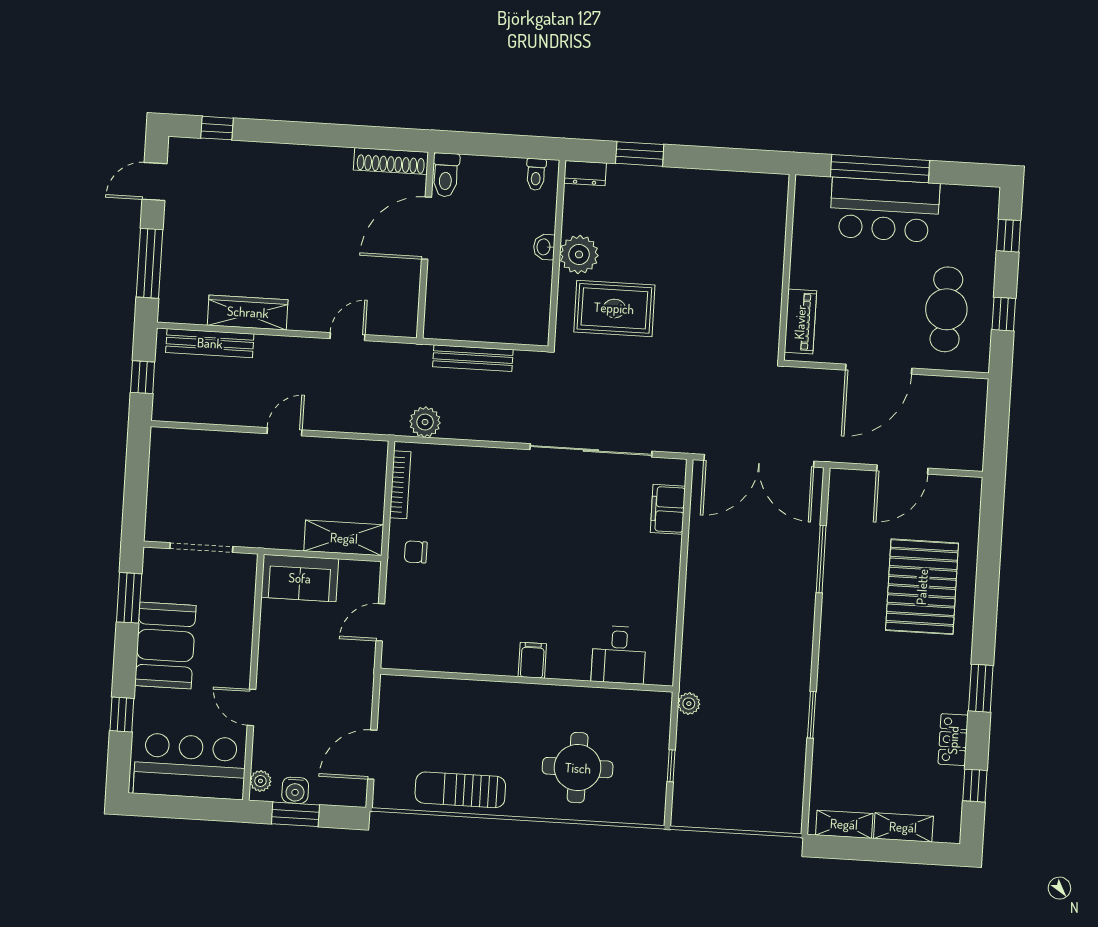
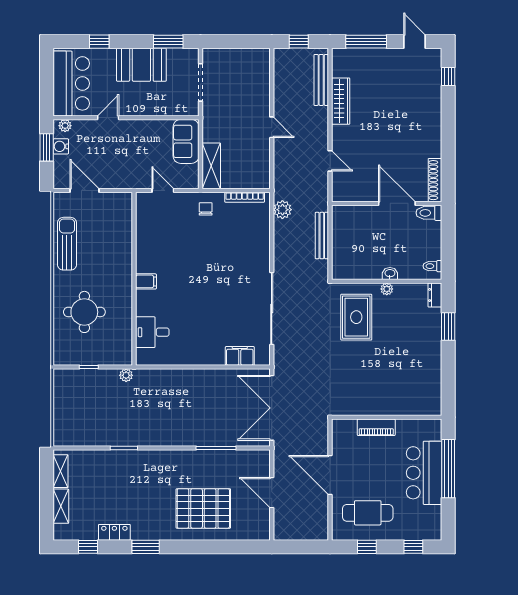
plant: (579, 254) -> (387, 289), width x0.53, depth x0.53
piano: (800, 322) -> (376, 427), moved

